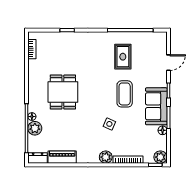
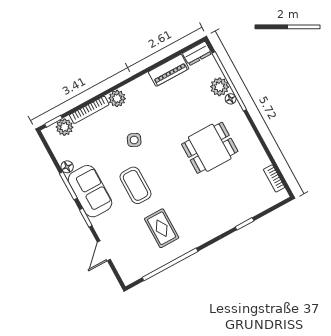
dining table: (63, 92) -> (210, 148), turned 90
plant: (160, 157) -> (65, 127), moved

